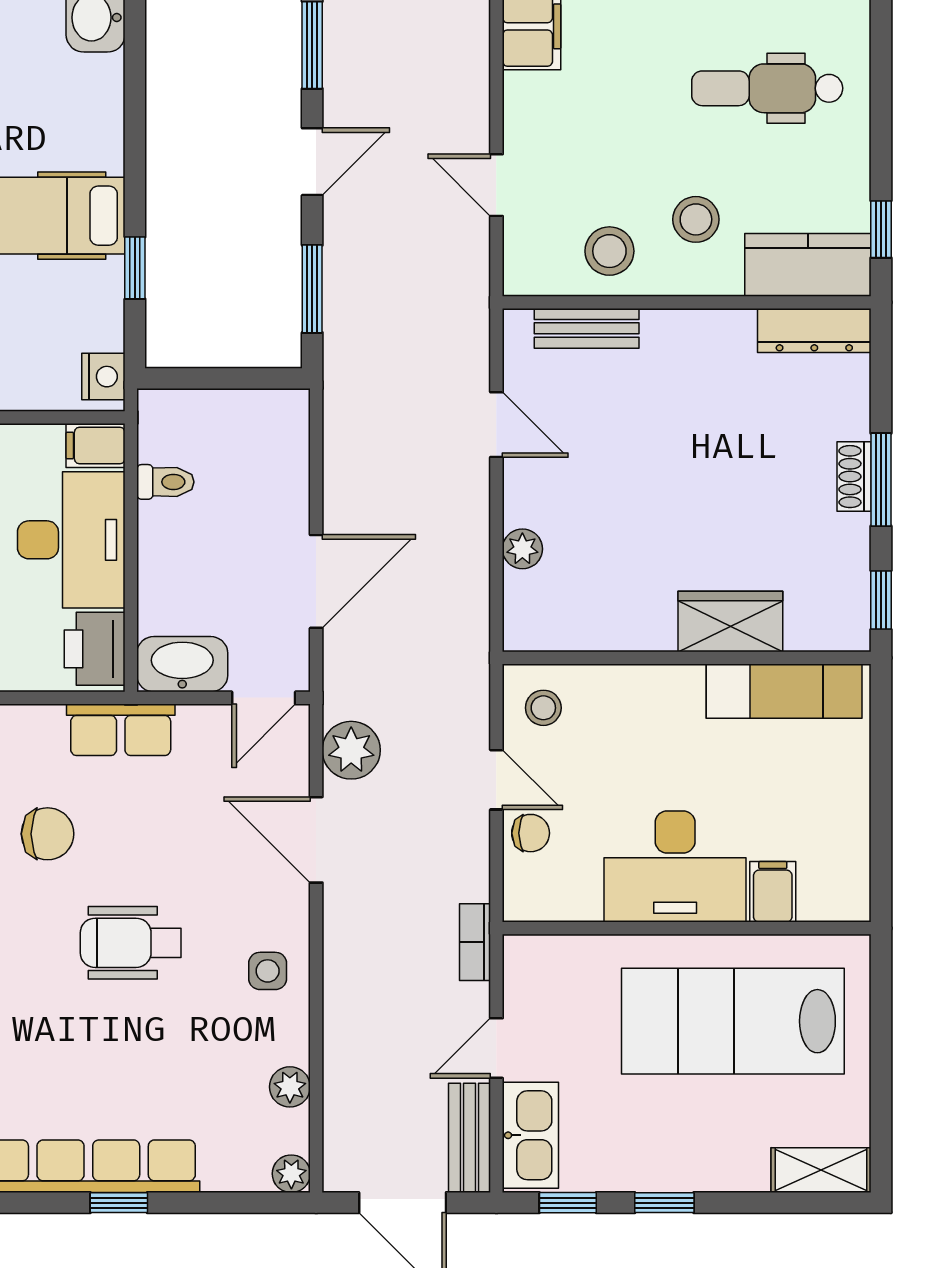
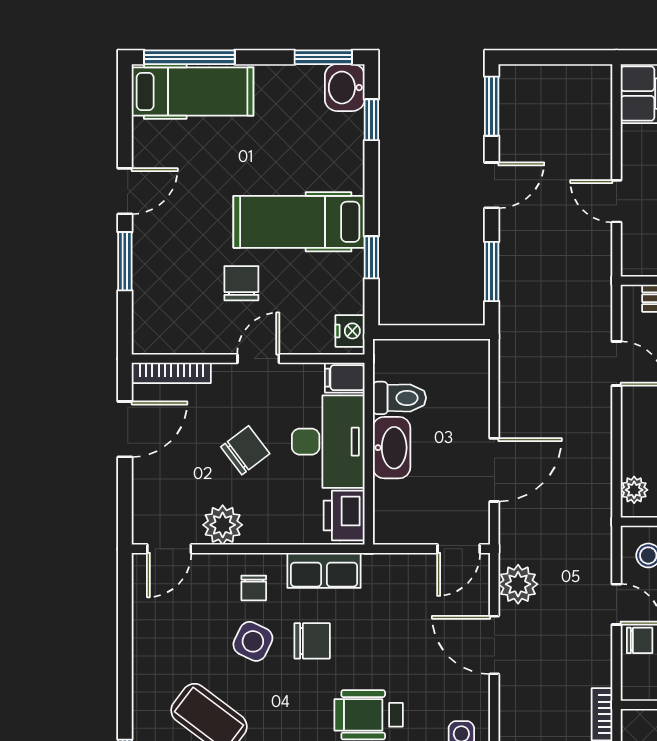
window: (135, 65) -> (371, 120), added
toilet: (165, 482) -> (399, 398), width x1.37, depth x1.39
plant: (522, 549) -> (634, 490), moved
washbasin: (182, 664) -> (392, 448), moved, turned 90
row of seats: (121, 730) -> (324, 570), moved

